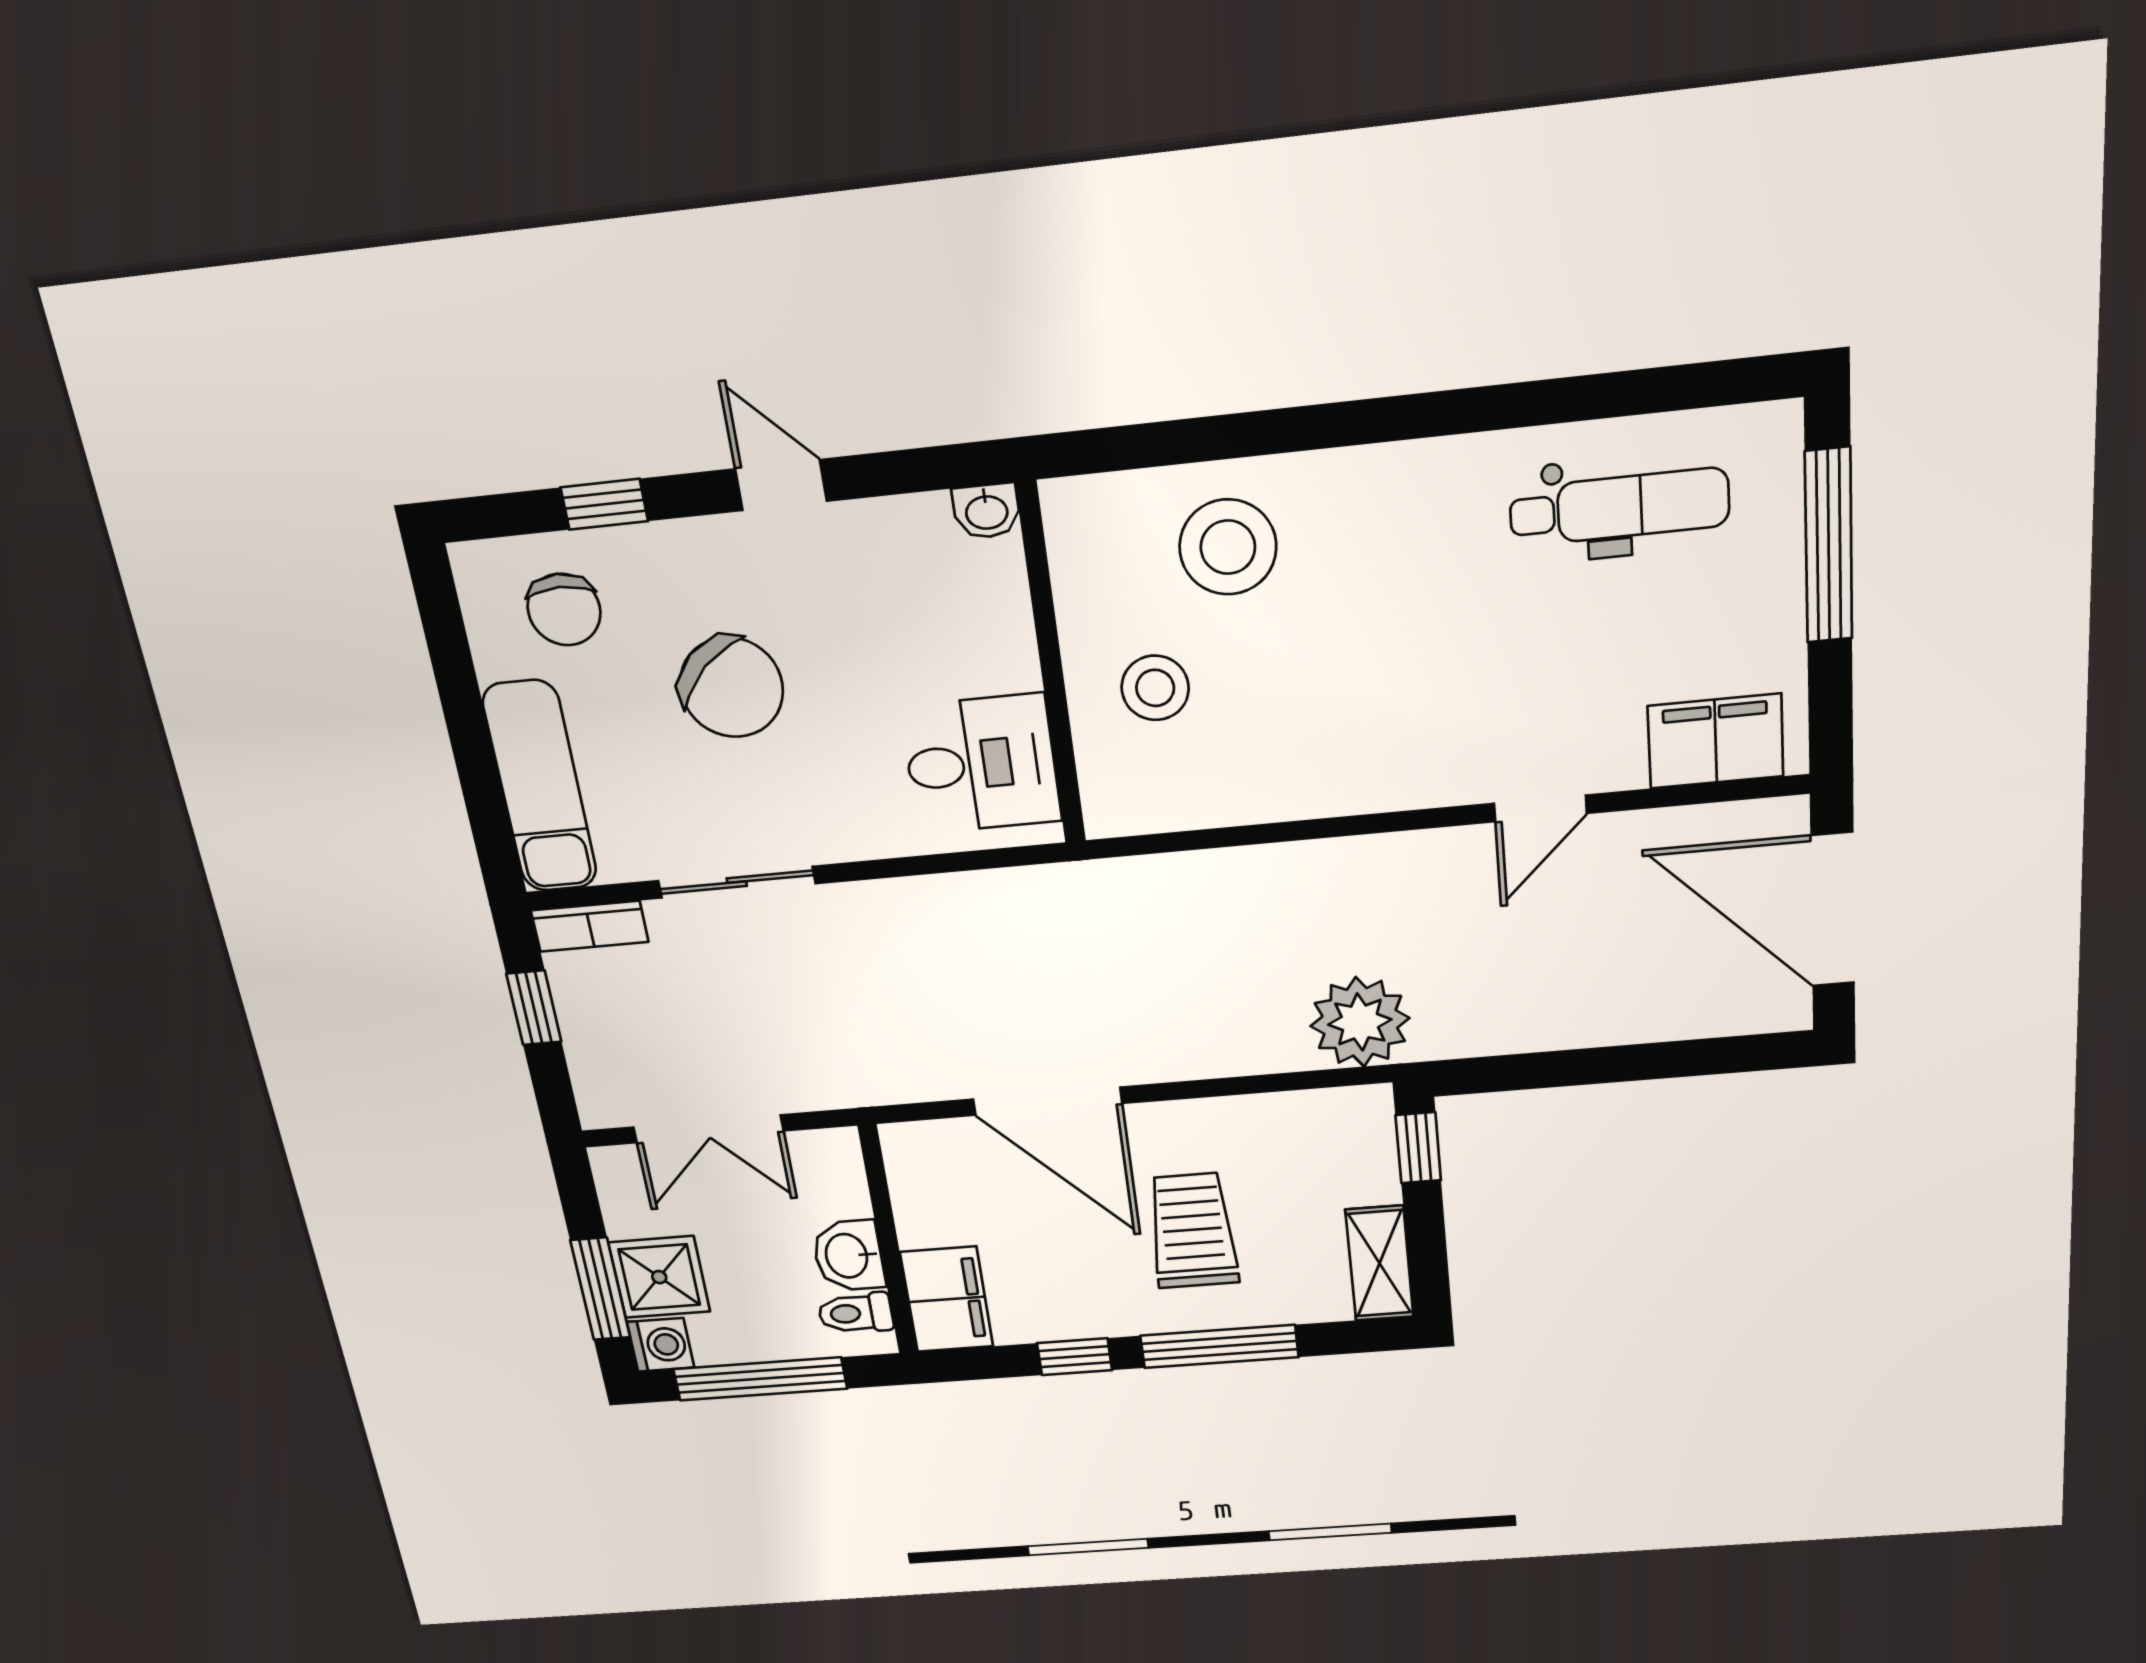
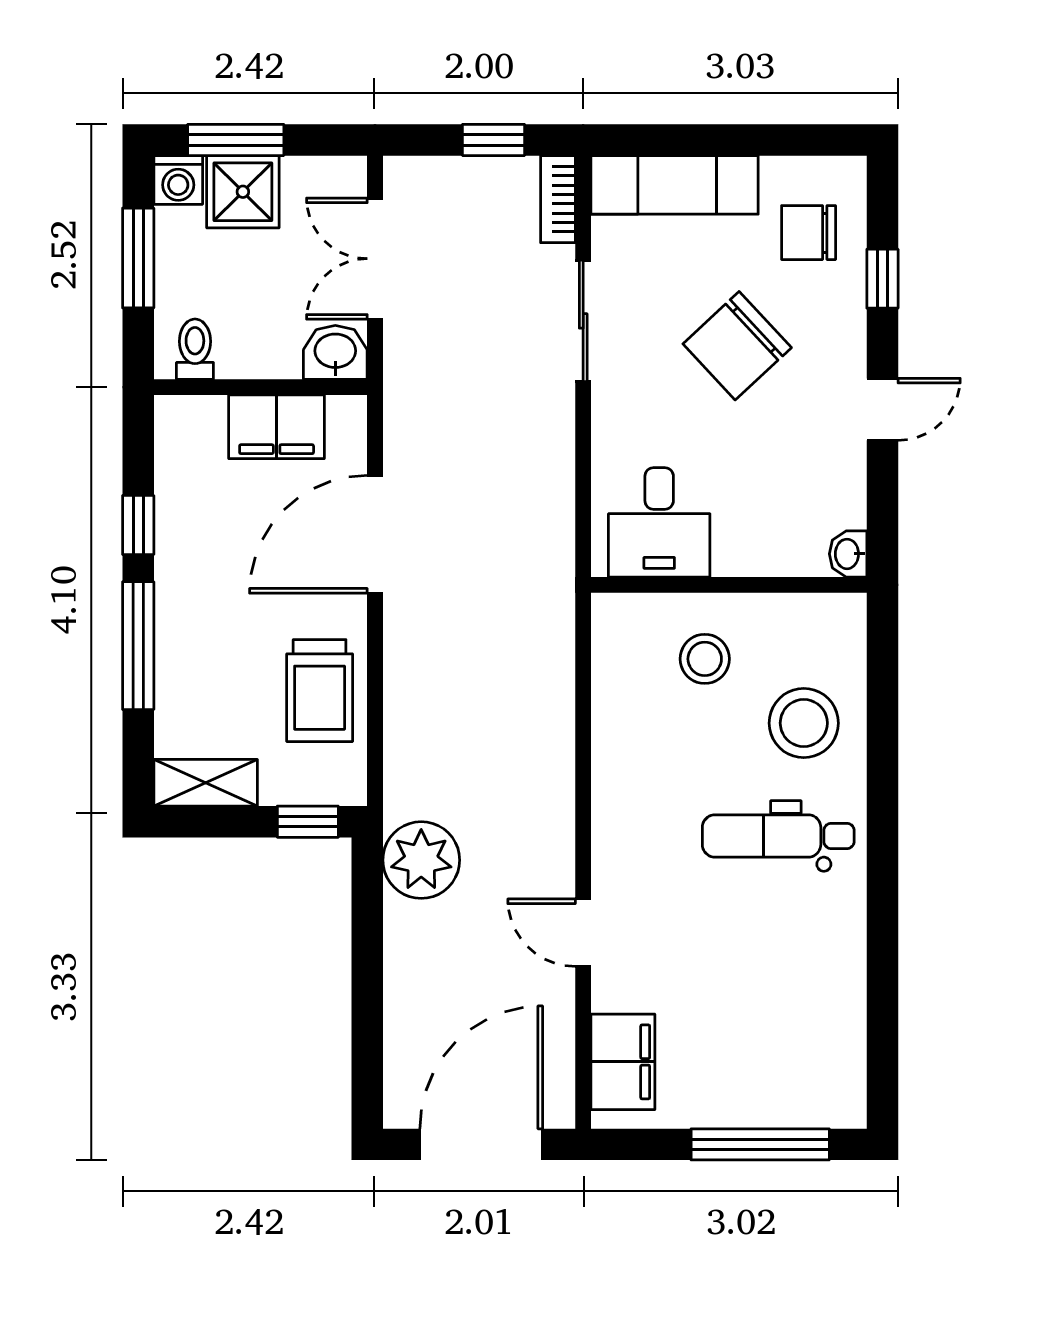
dental chair: (1619, 507) -> (778, 836), moved, turned 90
plant: (1360, 1022) -> (421, 860), moved
trolley: (1192, 1231) -> (320, 691), moved, turned 90
washbasin: (848, 1256) -> (335, 352), moved
filing cabinet: (947, 1299) -> (277, 427), moved
window: (760, 1379) -> (138, 258), width x0.69

